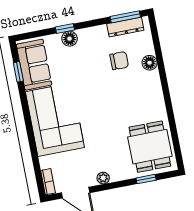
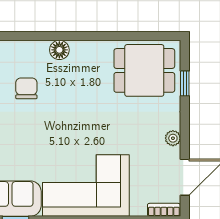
floor lamp: (150, 63) -> (59, 50), moved

